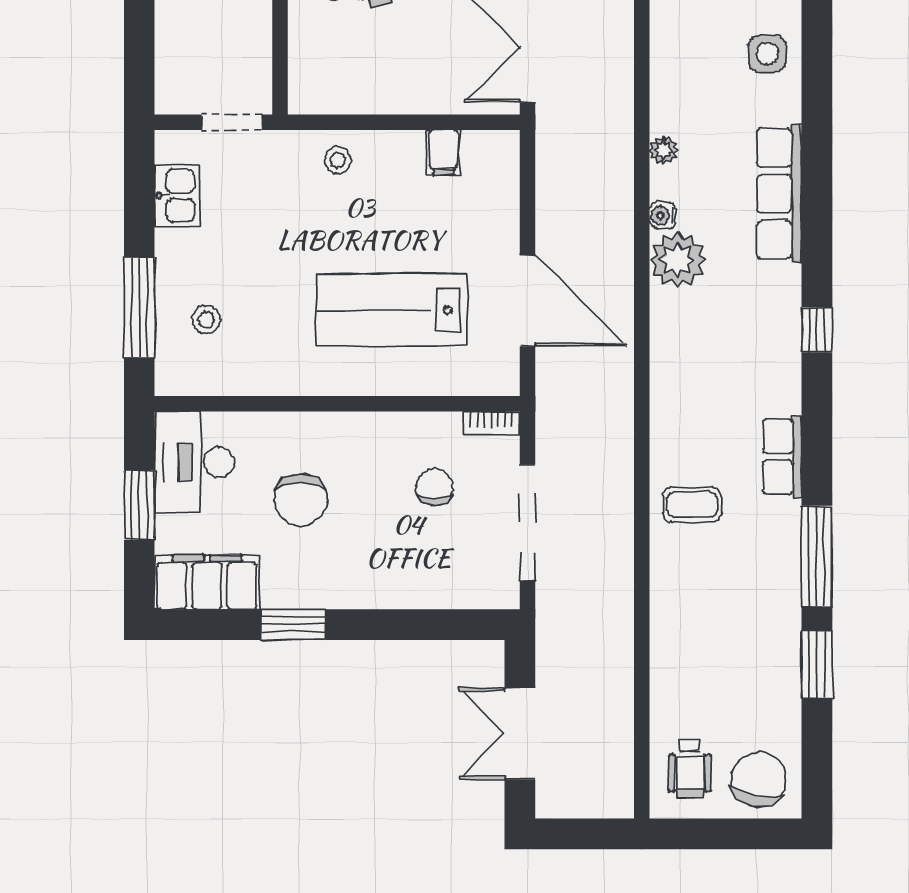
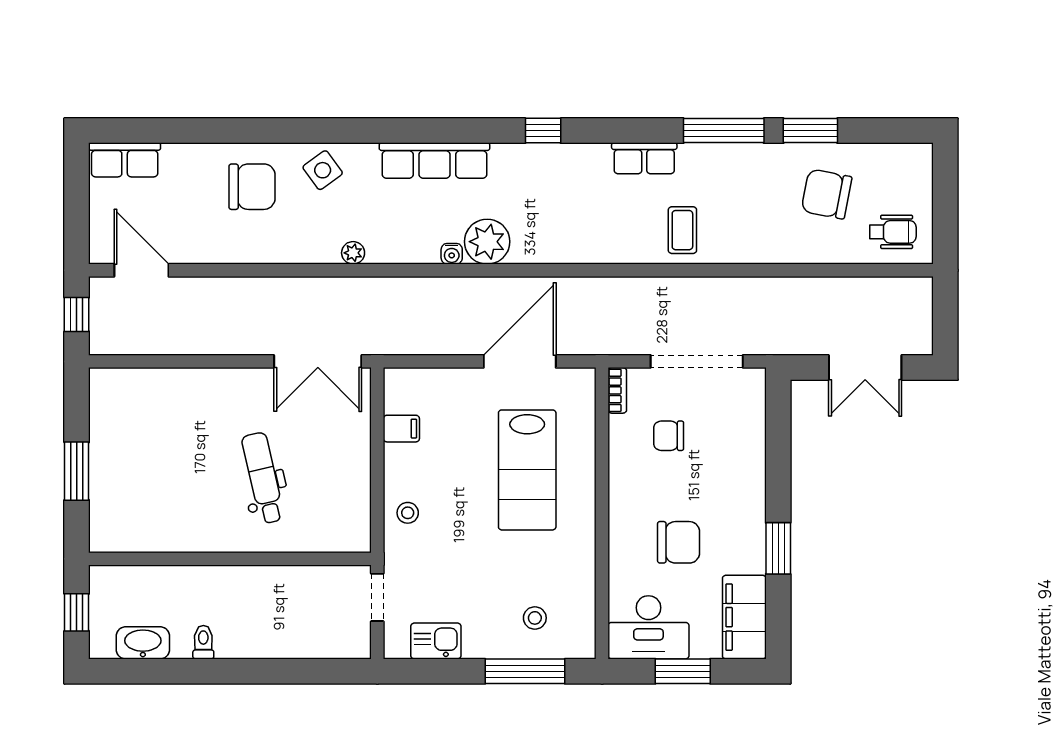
side table: (767, 54) -> (323, 170), turned -36
plant: (664, 150) -> (353, 253), moved
chair: (759, 779) -> (827, 194), moved

